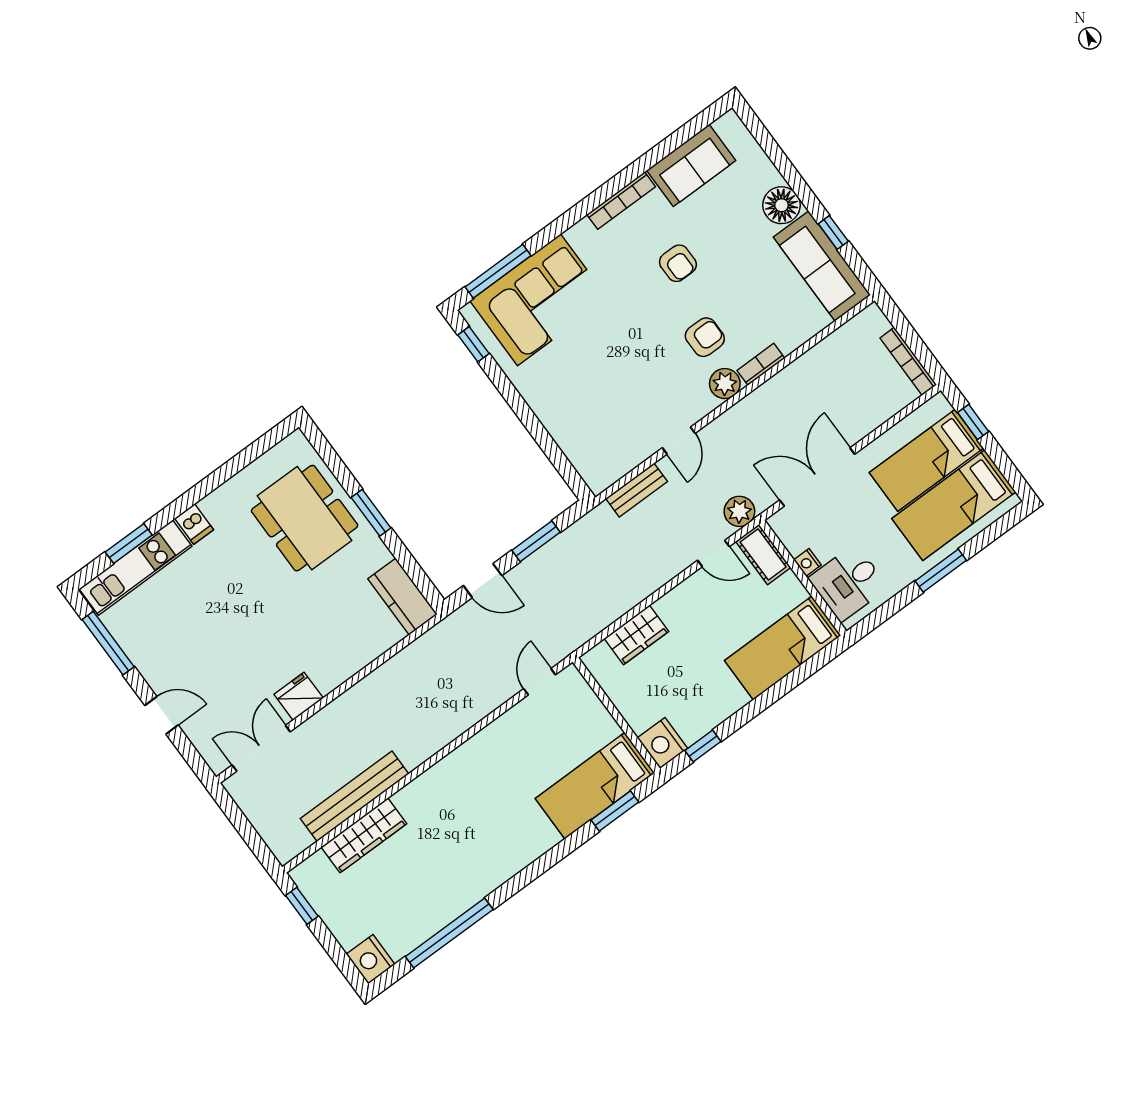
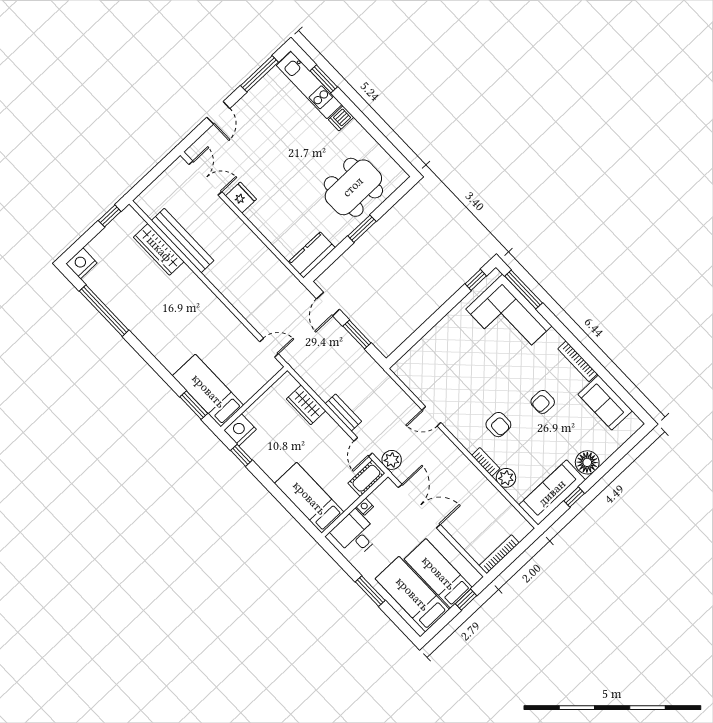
plant: (725, 384) -> (506, 478), moved
bench: (637, 490) -> (343, 412), moved

